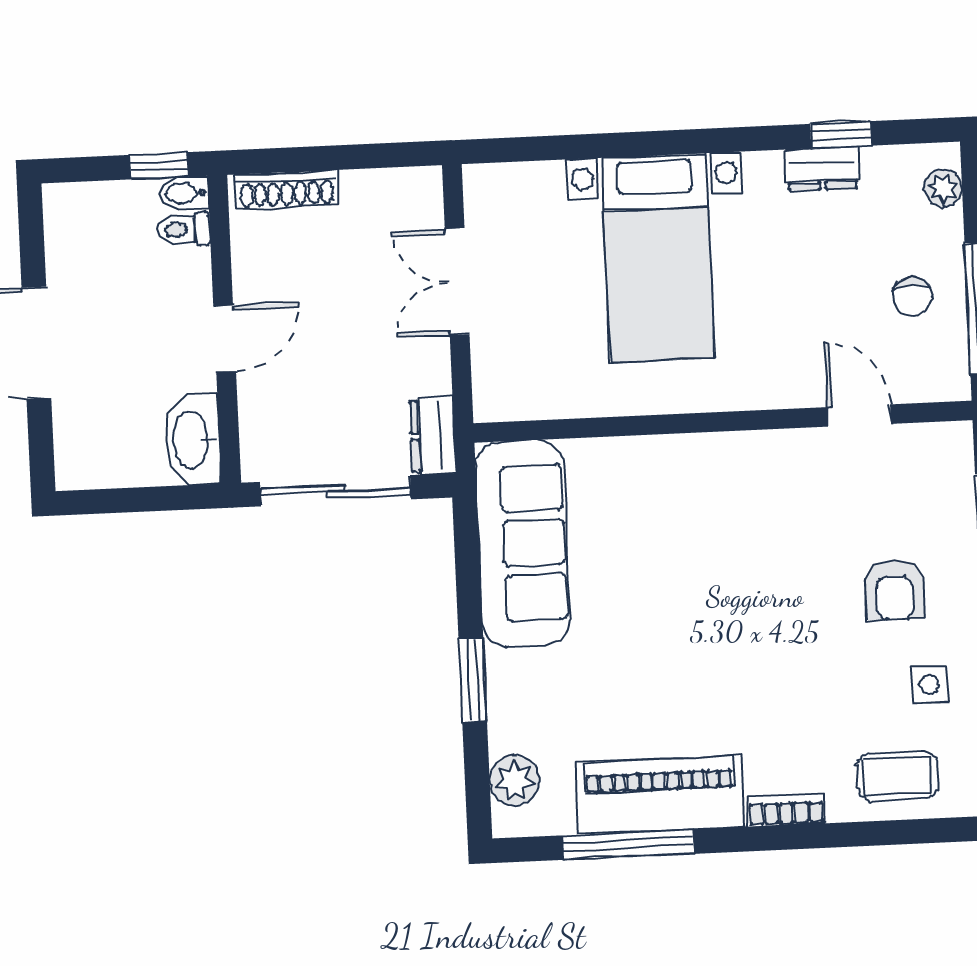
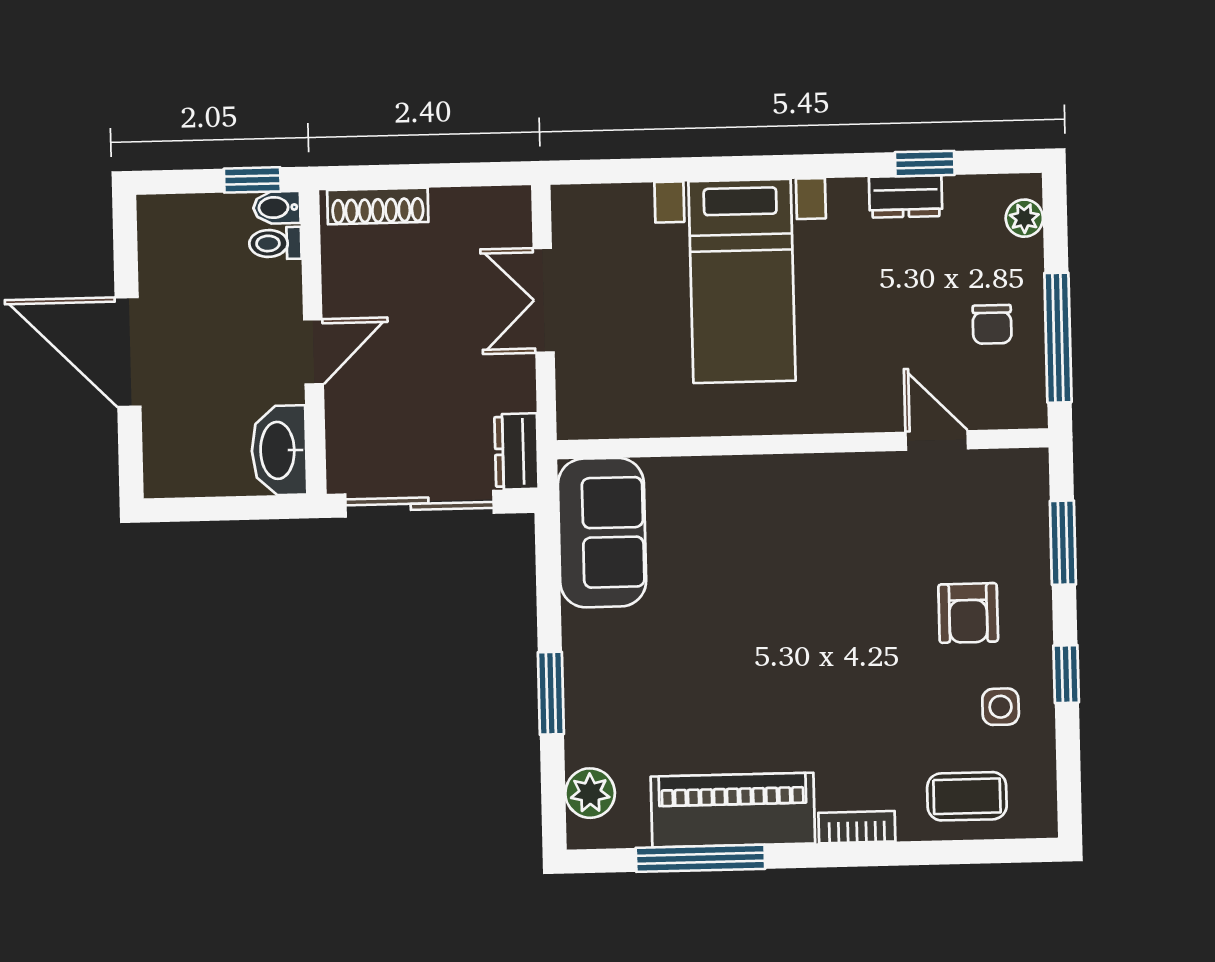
sofa: (522, 543) -> (602, 533), width x0.73

